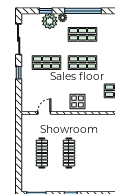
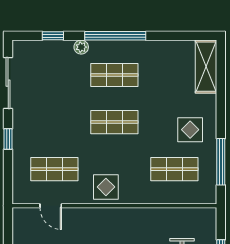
plant: (50, 21) -> (60, 53), removed
shop shelf: (46, 63) -> (54, 169), moved
door: (44, 113) -> (51, 206), swing flipped

